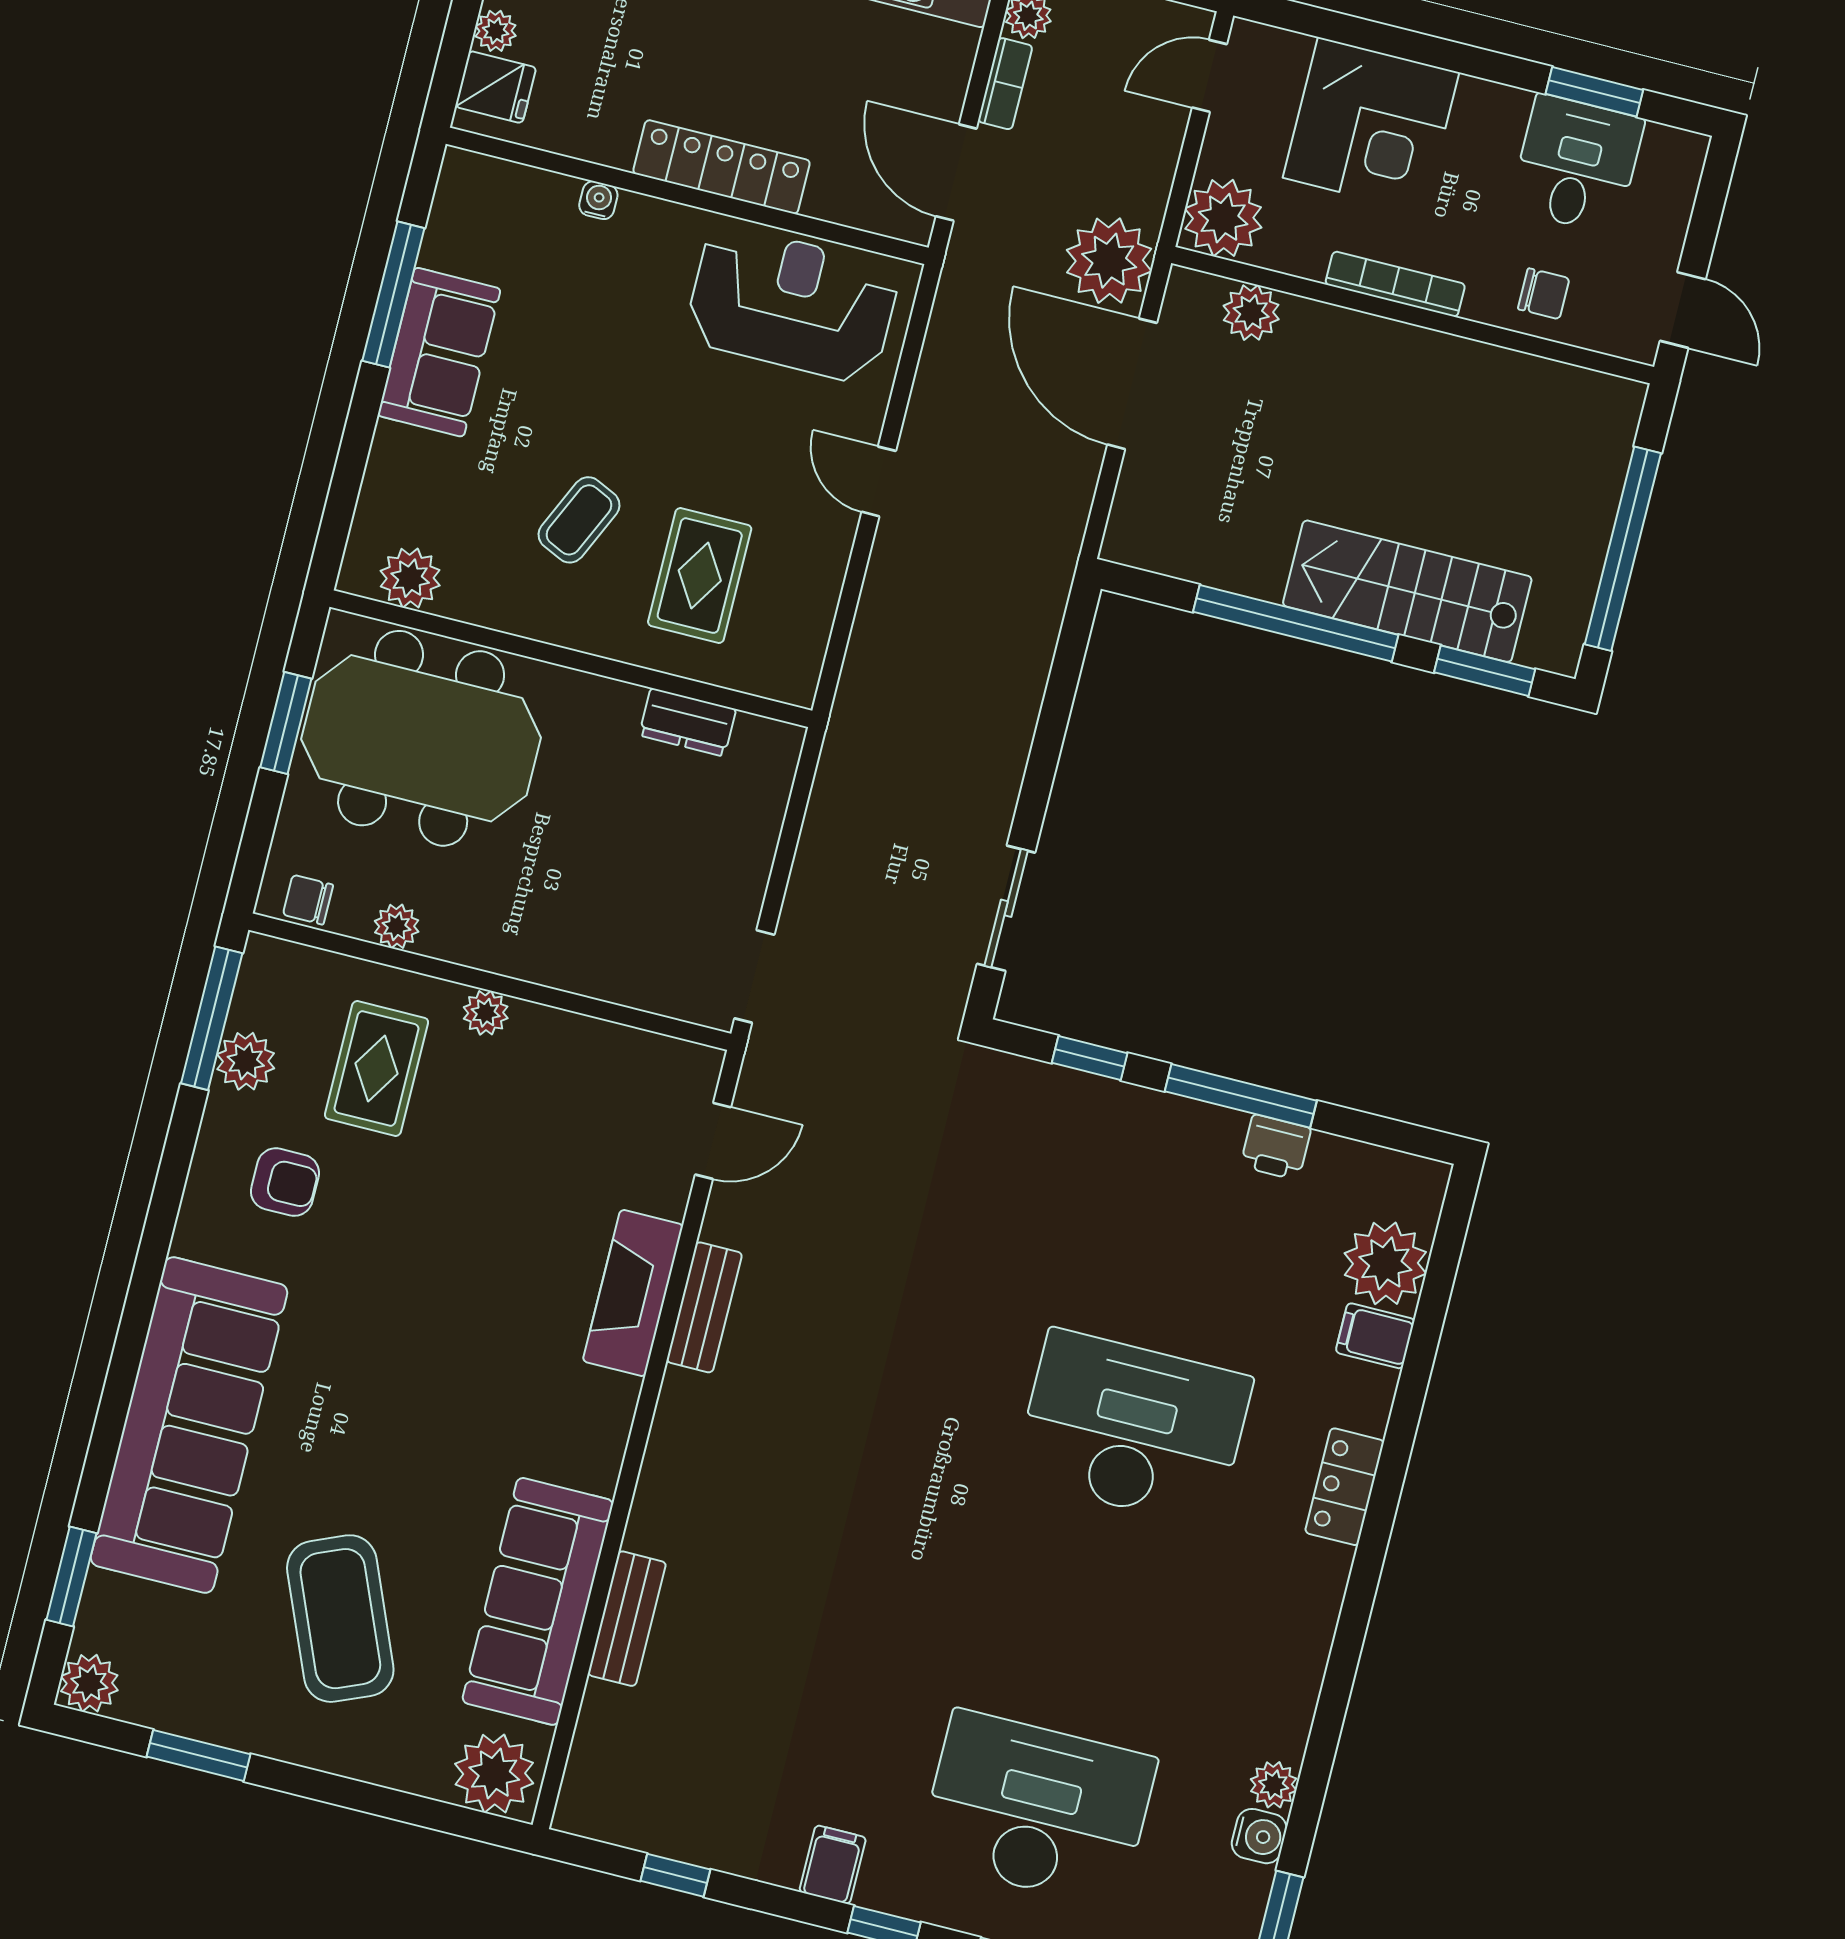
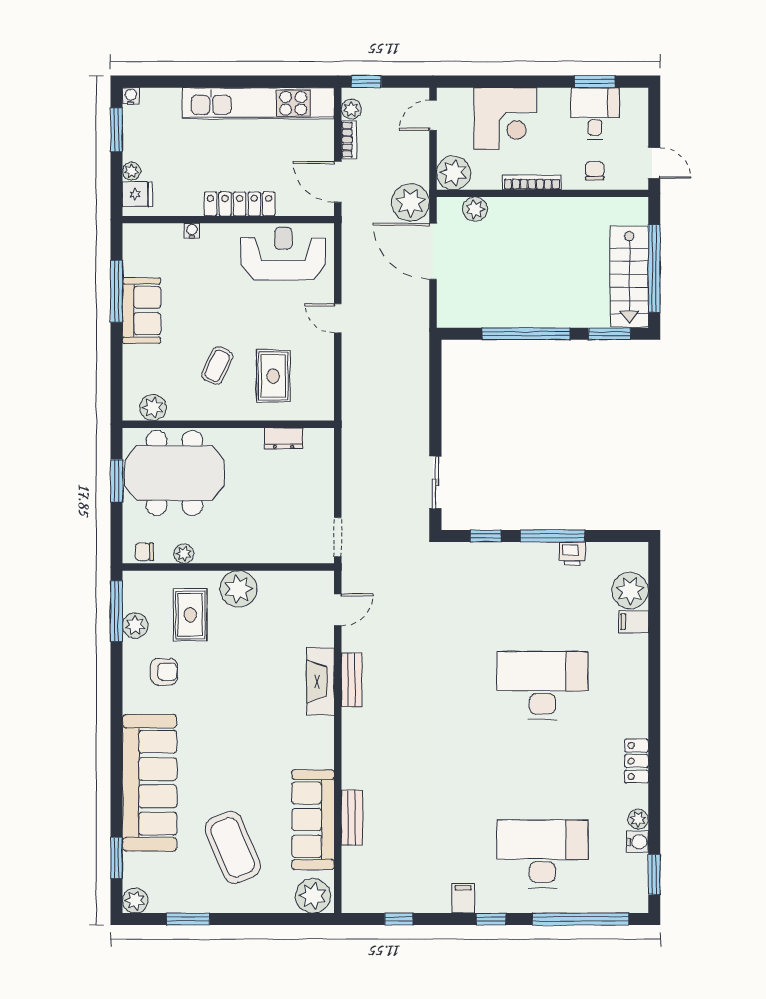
chair: (1544, 294) -> (595, 171), turned -90
stairs: (1407, 591) -> (629, 277), moved, turned -90
plant: (486, 1013) -> (238, 589), width x1.88, depth x1.88
locker: (1345, 1487) -> (636, 761), moved

